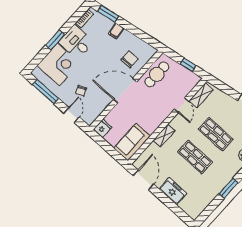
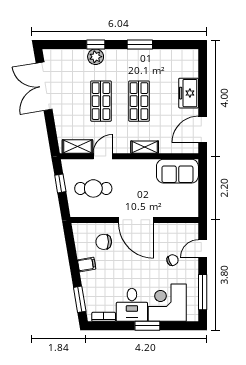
filing cabinet: (116, 31) -> (87, 264), moved
cafe table: (157, 74) -> (93, 188), moved
fridge: (103, 128) -> (189, 209), removed

